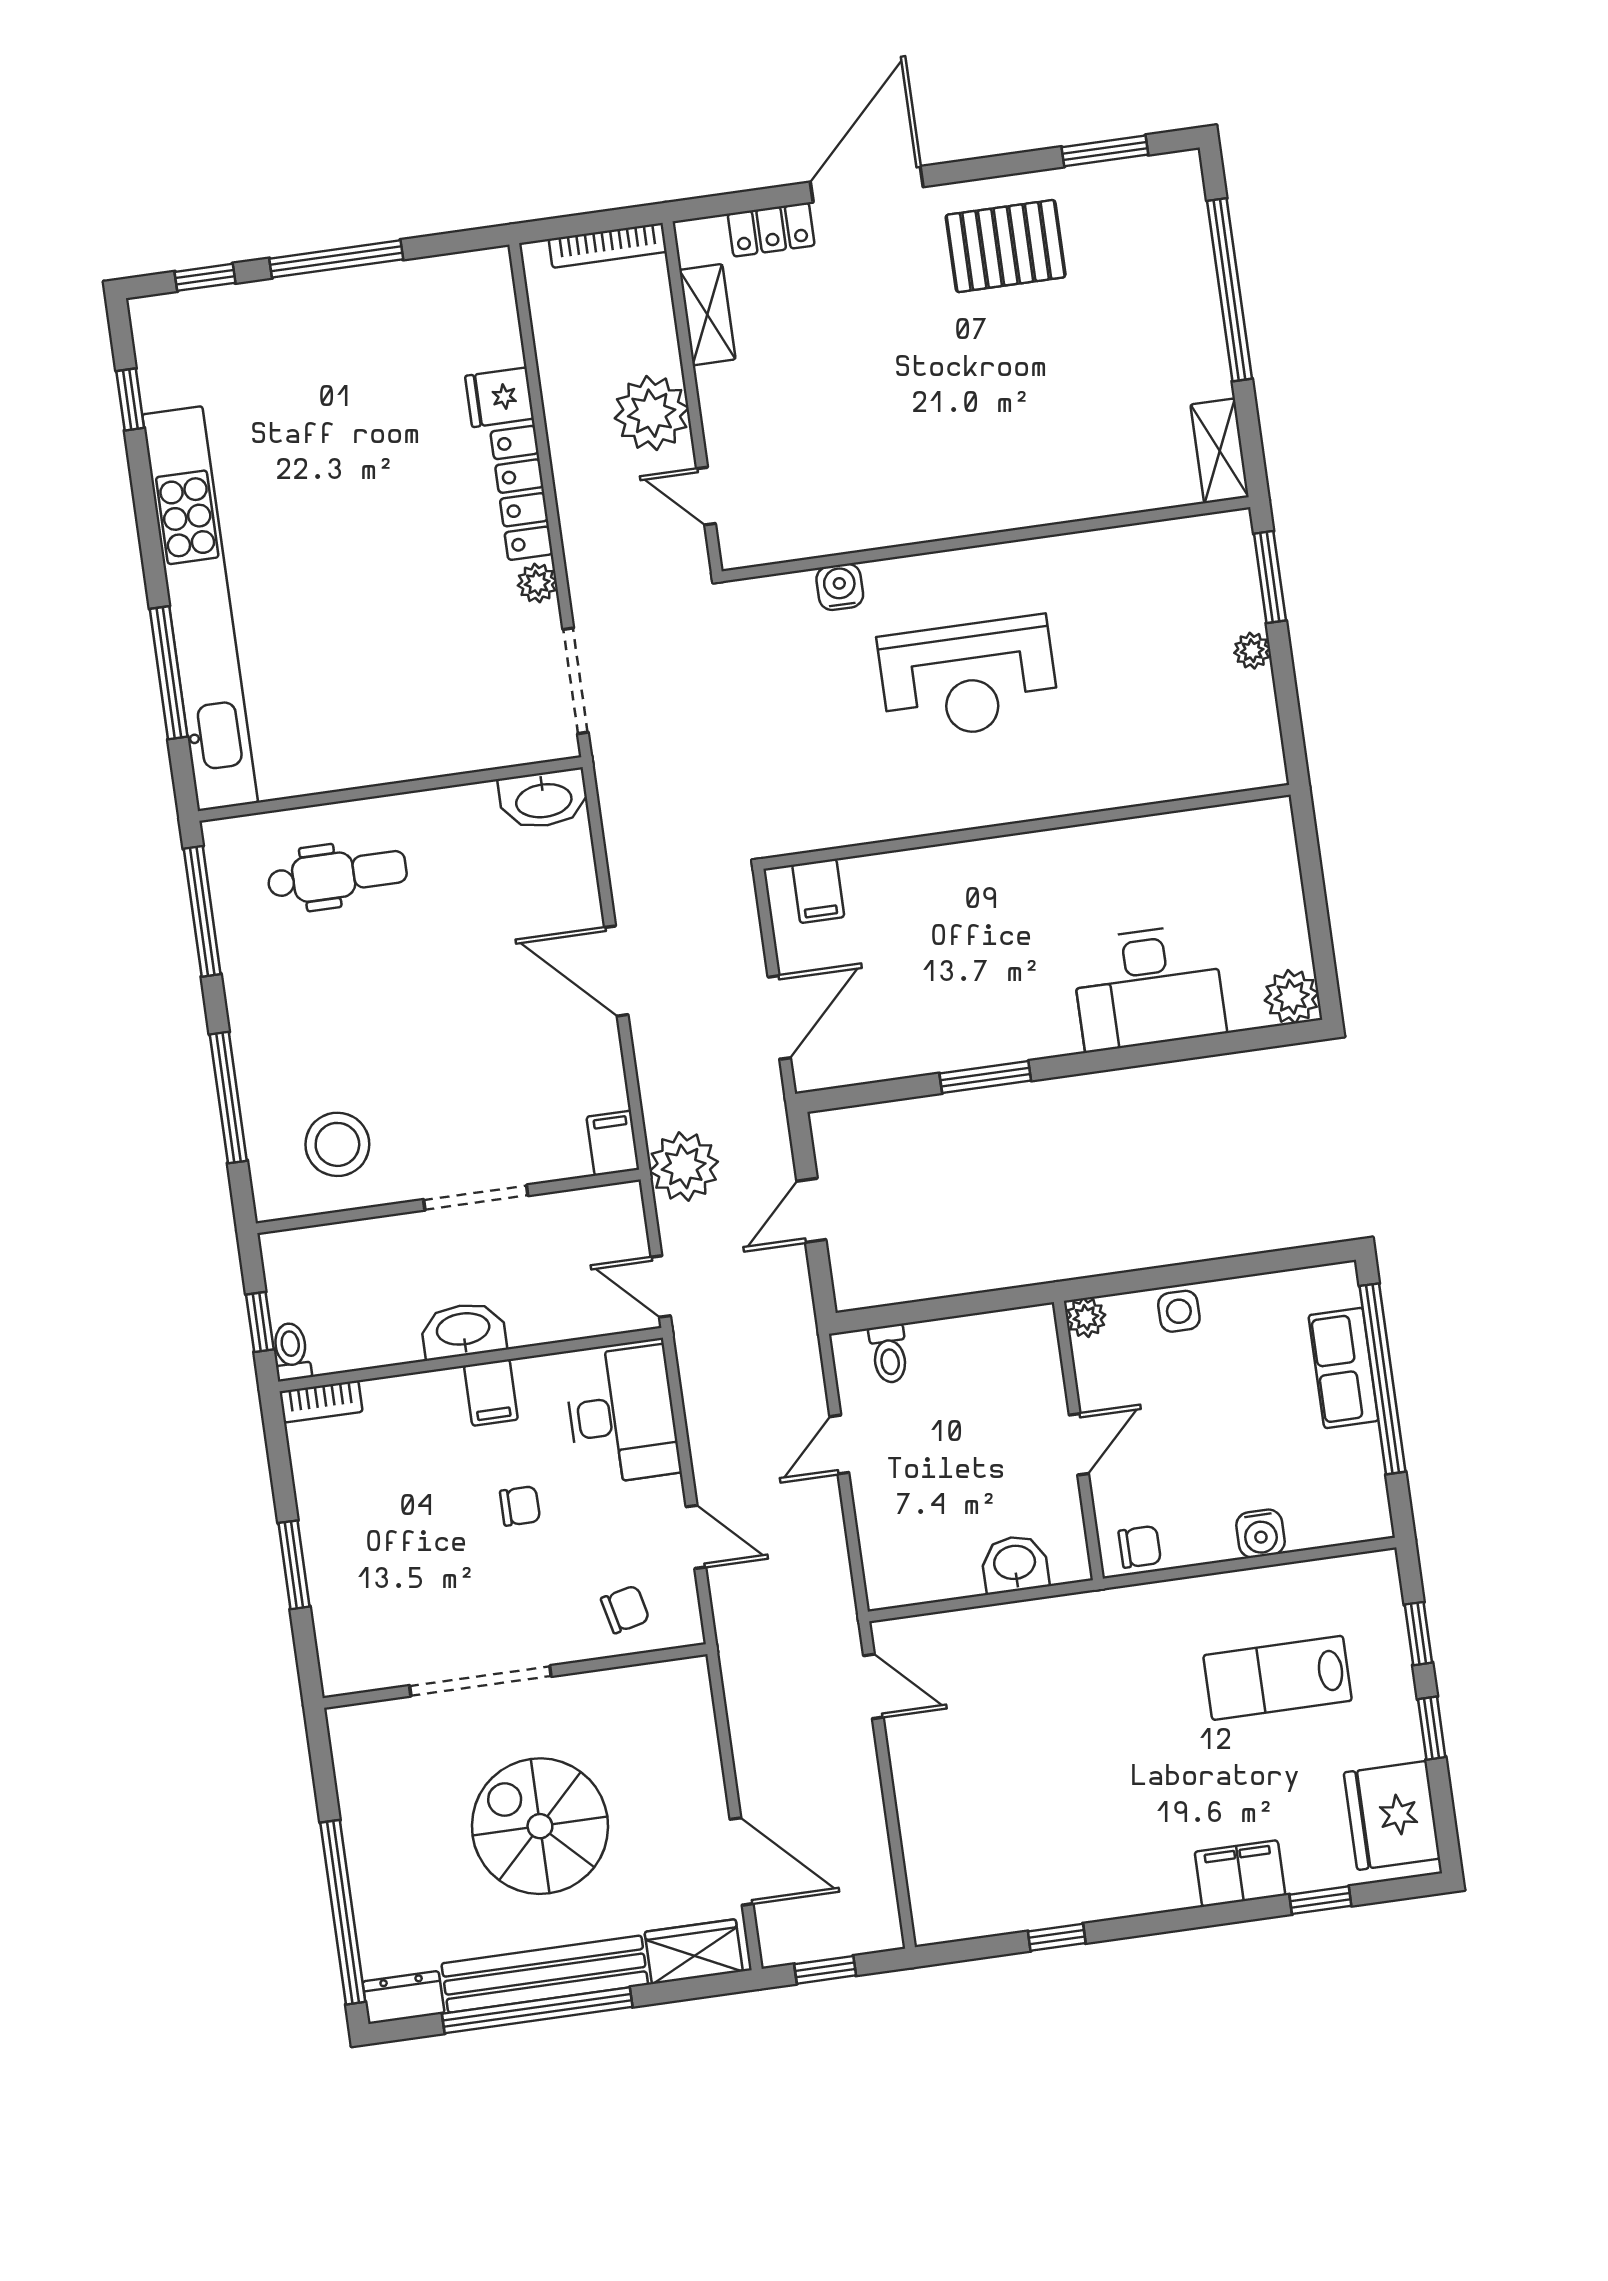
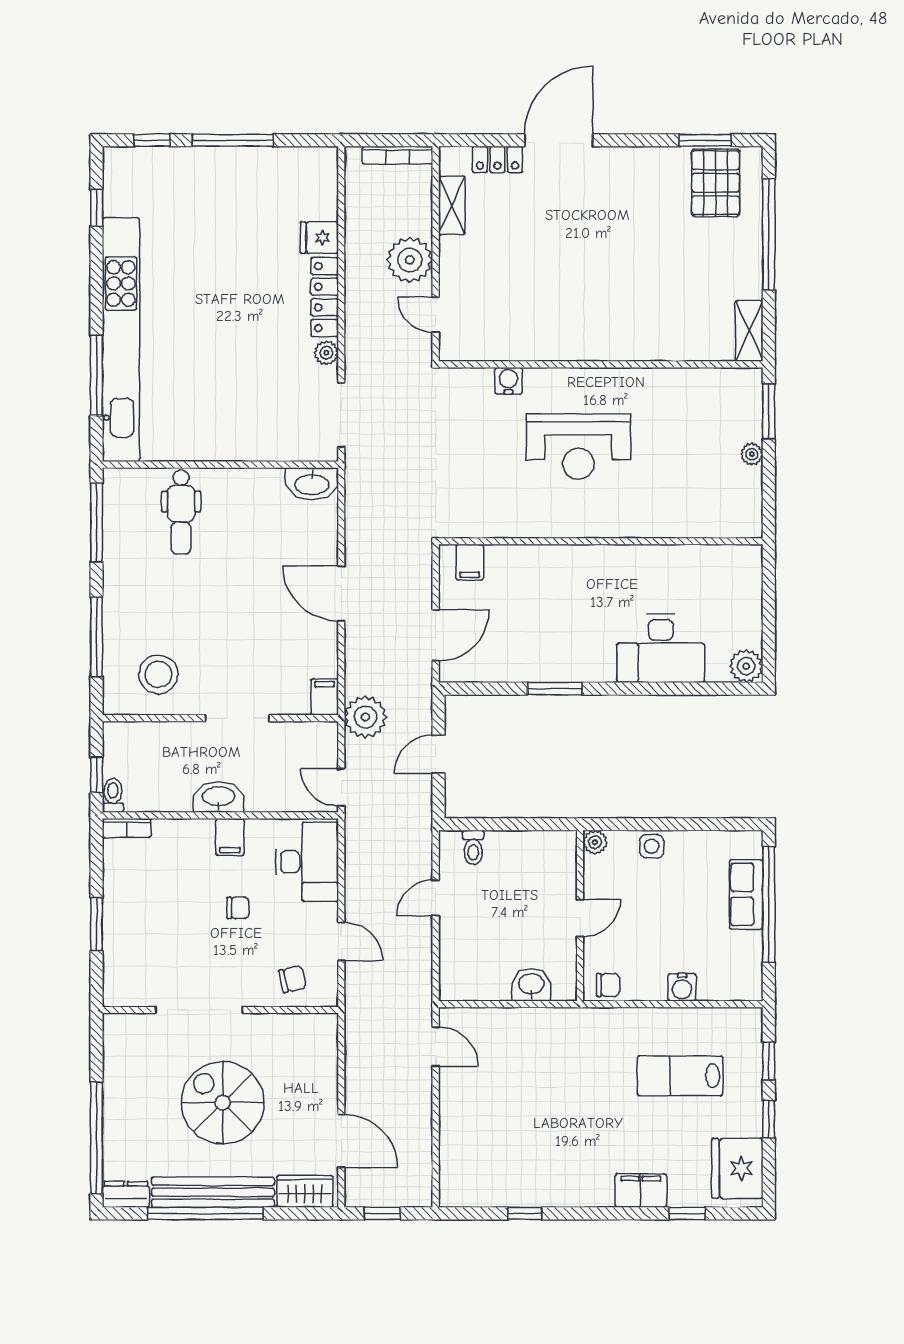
pallet: (1006, 246) -> (716, 183), moved, turned 90
dental chair: (337, 875) -> (181, 512), turned 90

